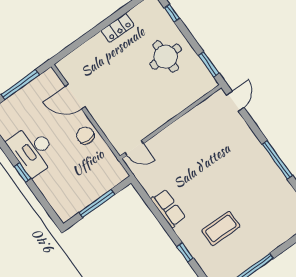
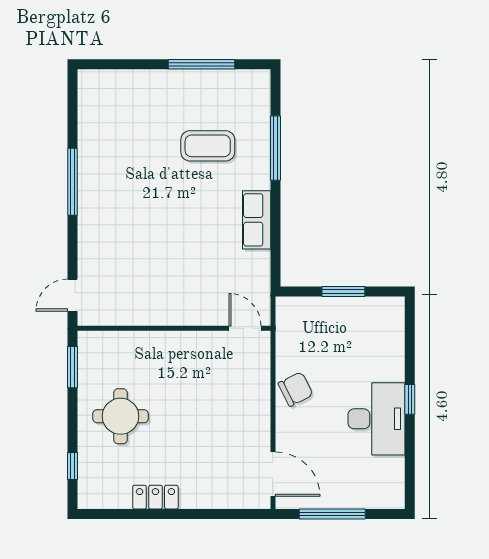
door: (75, 97) -> (273, 474), moved
chair: (85, 136) -> (296, 389), turned -117
window: (97, 204) -> (343, 292), width x0.69
window: (185, 252) -> (275, 148), width x2.17

